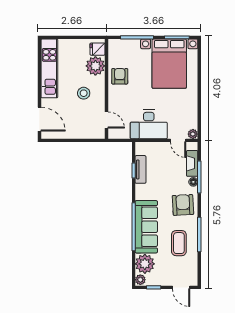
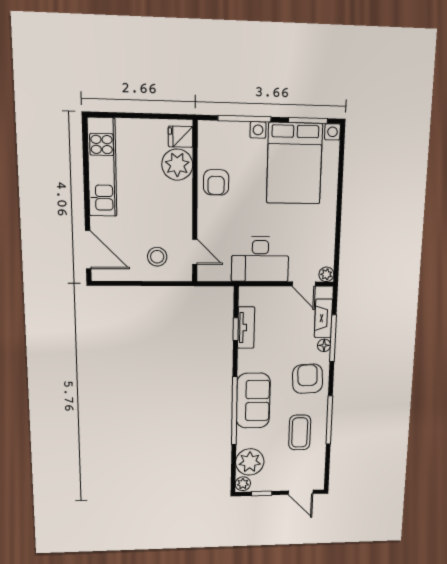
armchair: (120, 76) -> (216, 182), turned 180
stool: (84, 93) -> (157, 257), moved
sofa: (146, 227) -> (253, 401), width x0.73

